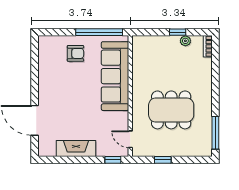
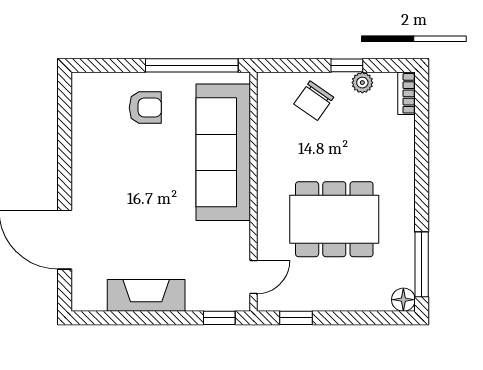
chair: (161, 50) -> (314, 101), added
door: (130, 139) -> (254, 277), swing flipped
floor lamp: (206, 151) -> (403, 300), added
window: (163, 160) -> (296, 318), moved

